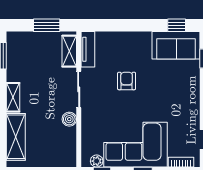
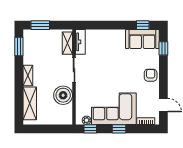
window: (47, 25) -> (40, 25), moved
armchair: (127, 81) -> (151, 75), moved
boiler: (69, 119) -> (63, 95), width x1.86, depth x1.86

